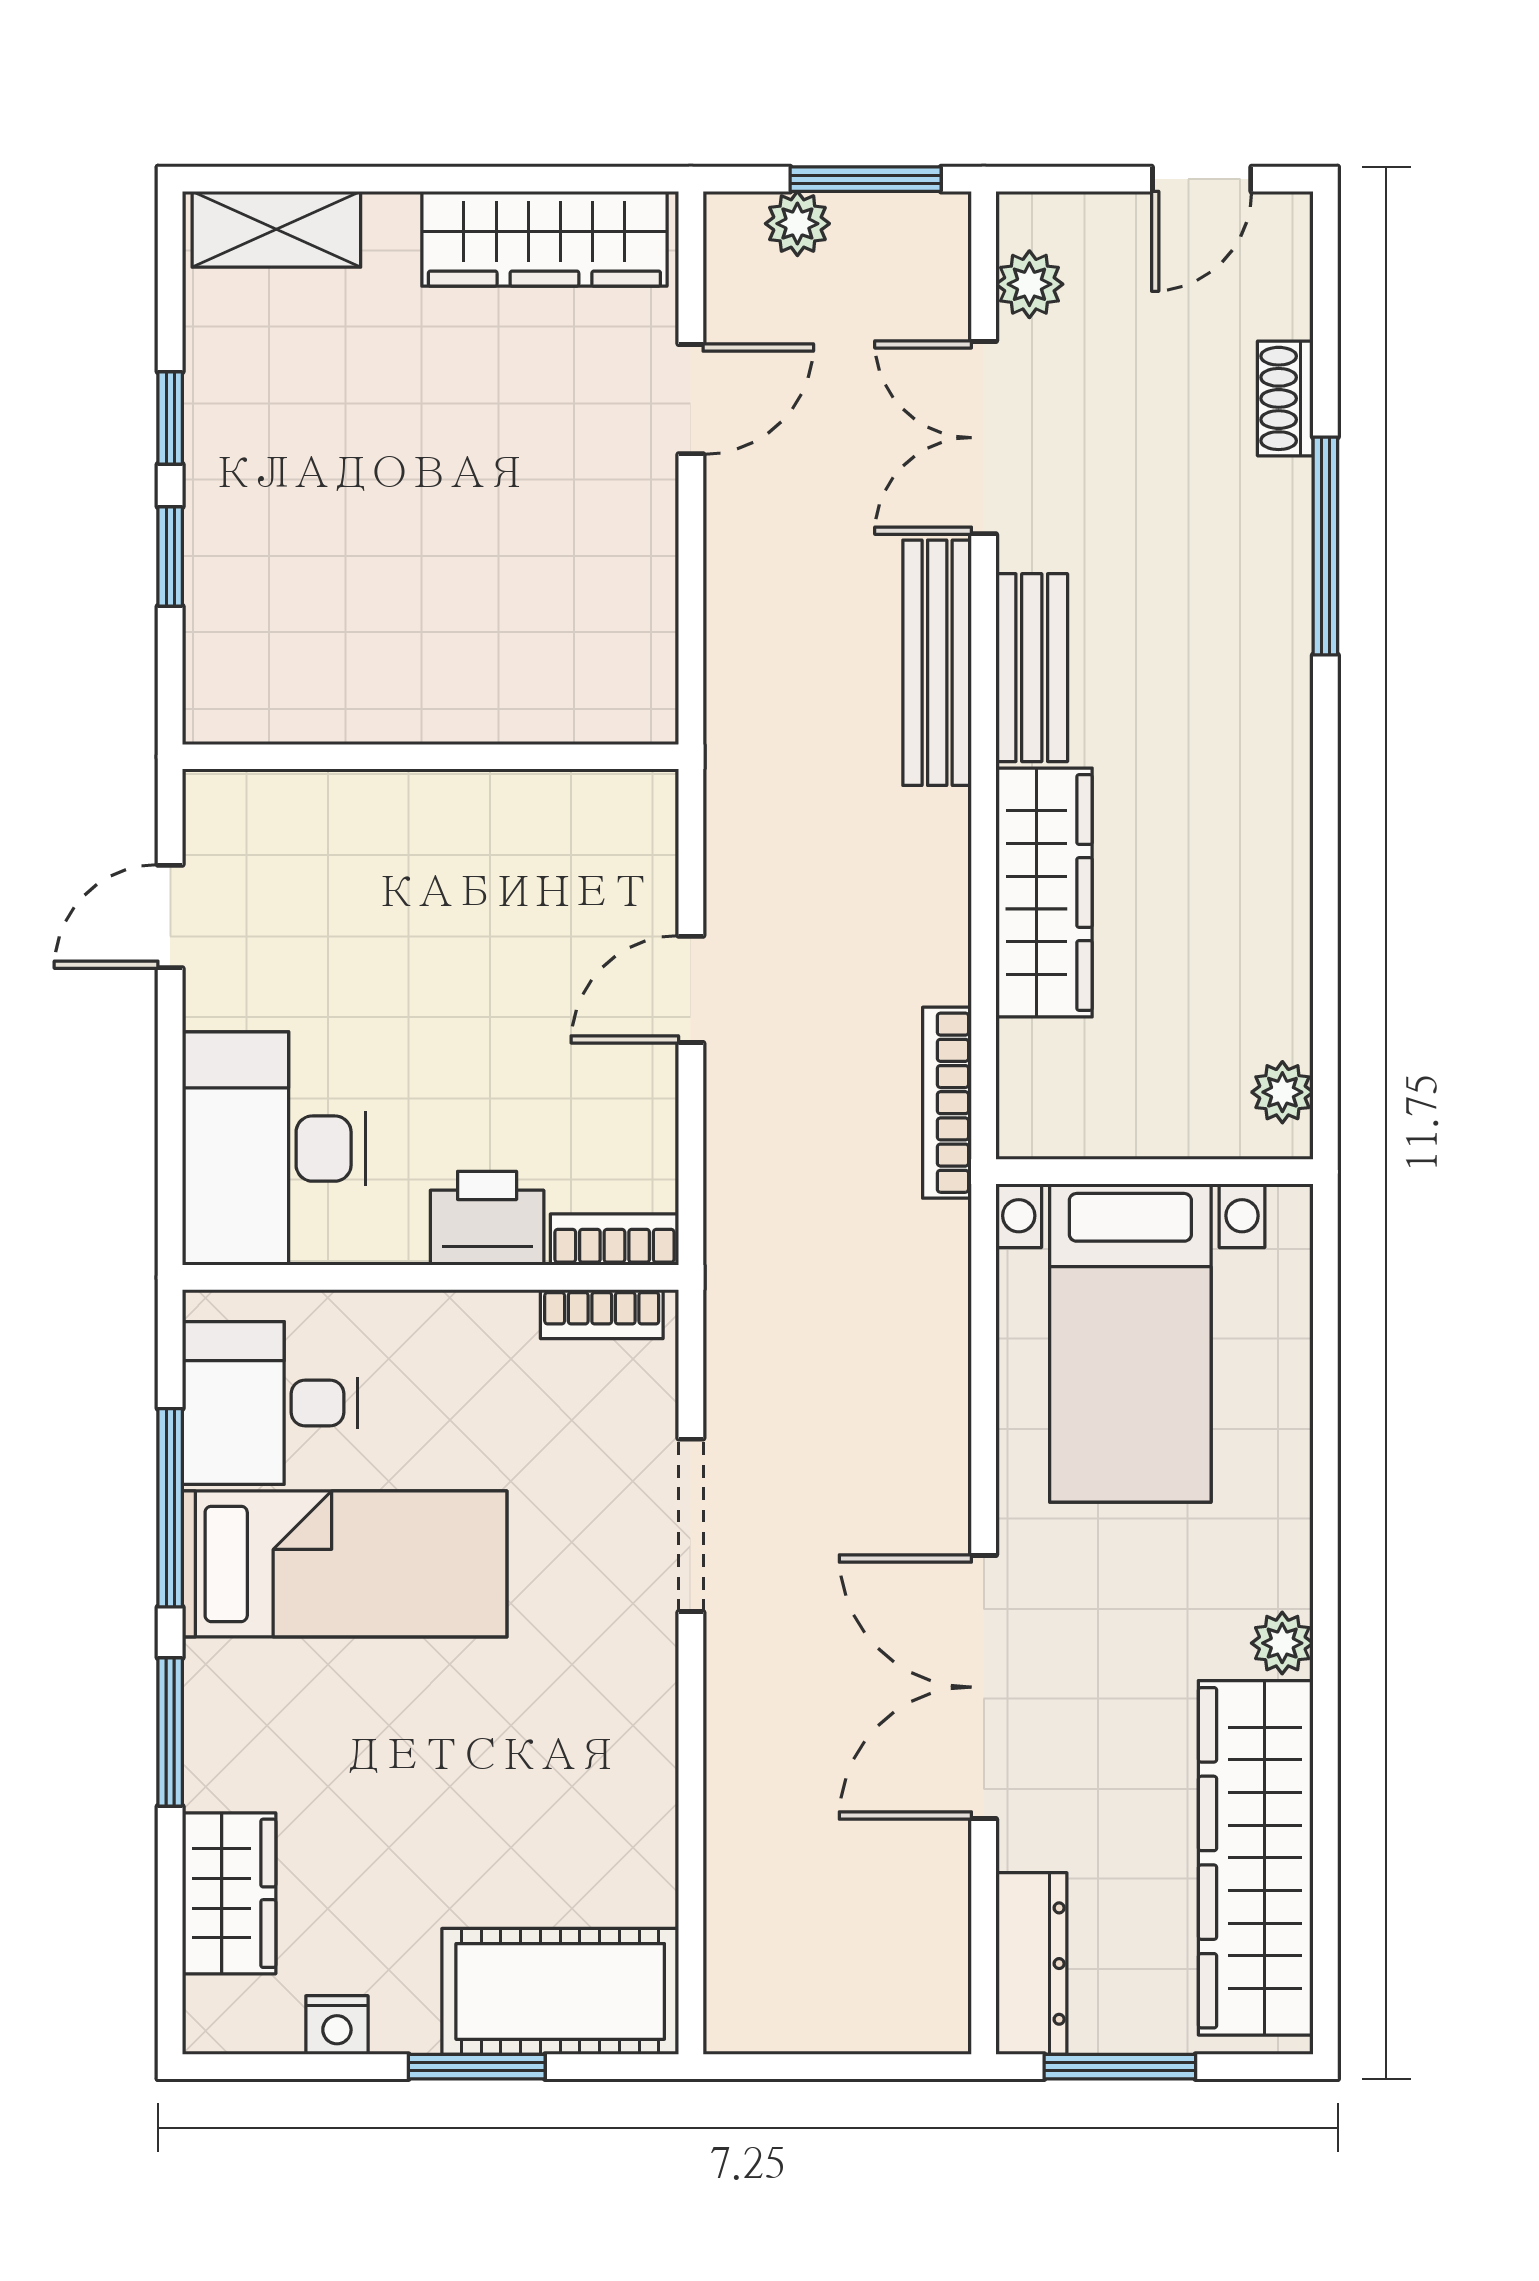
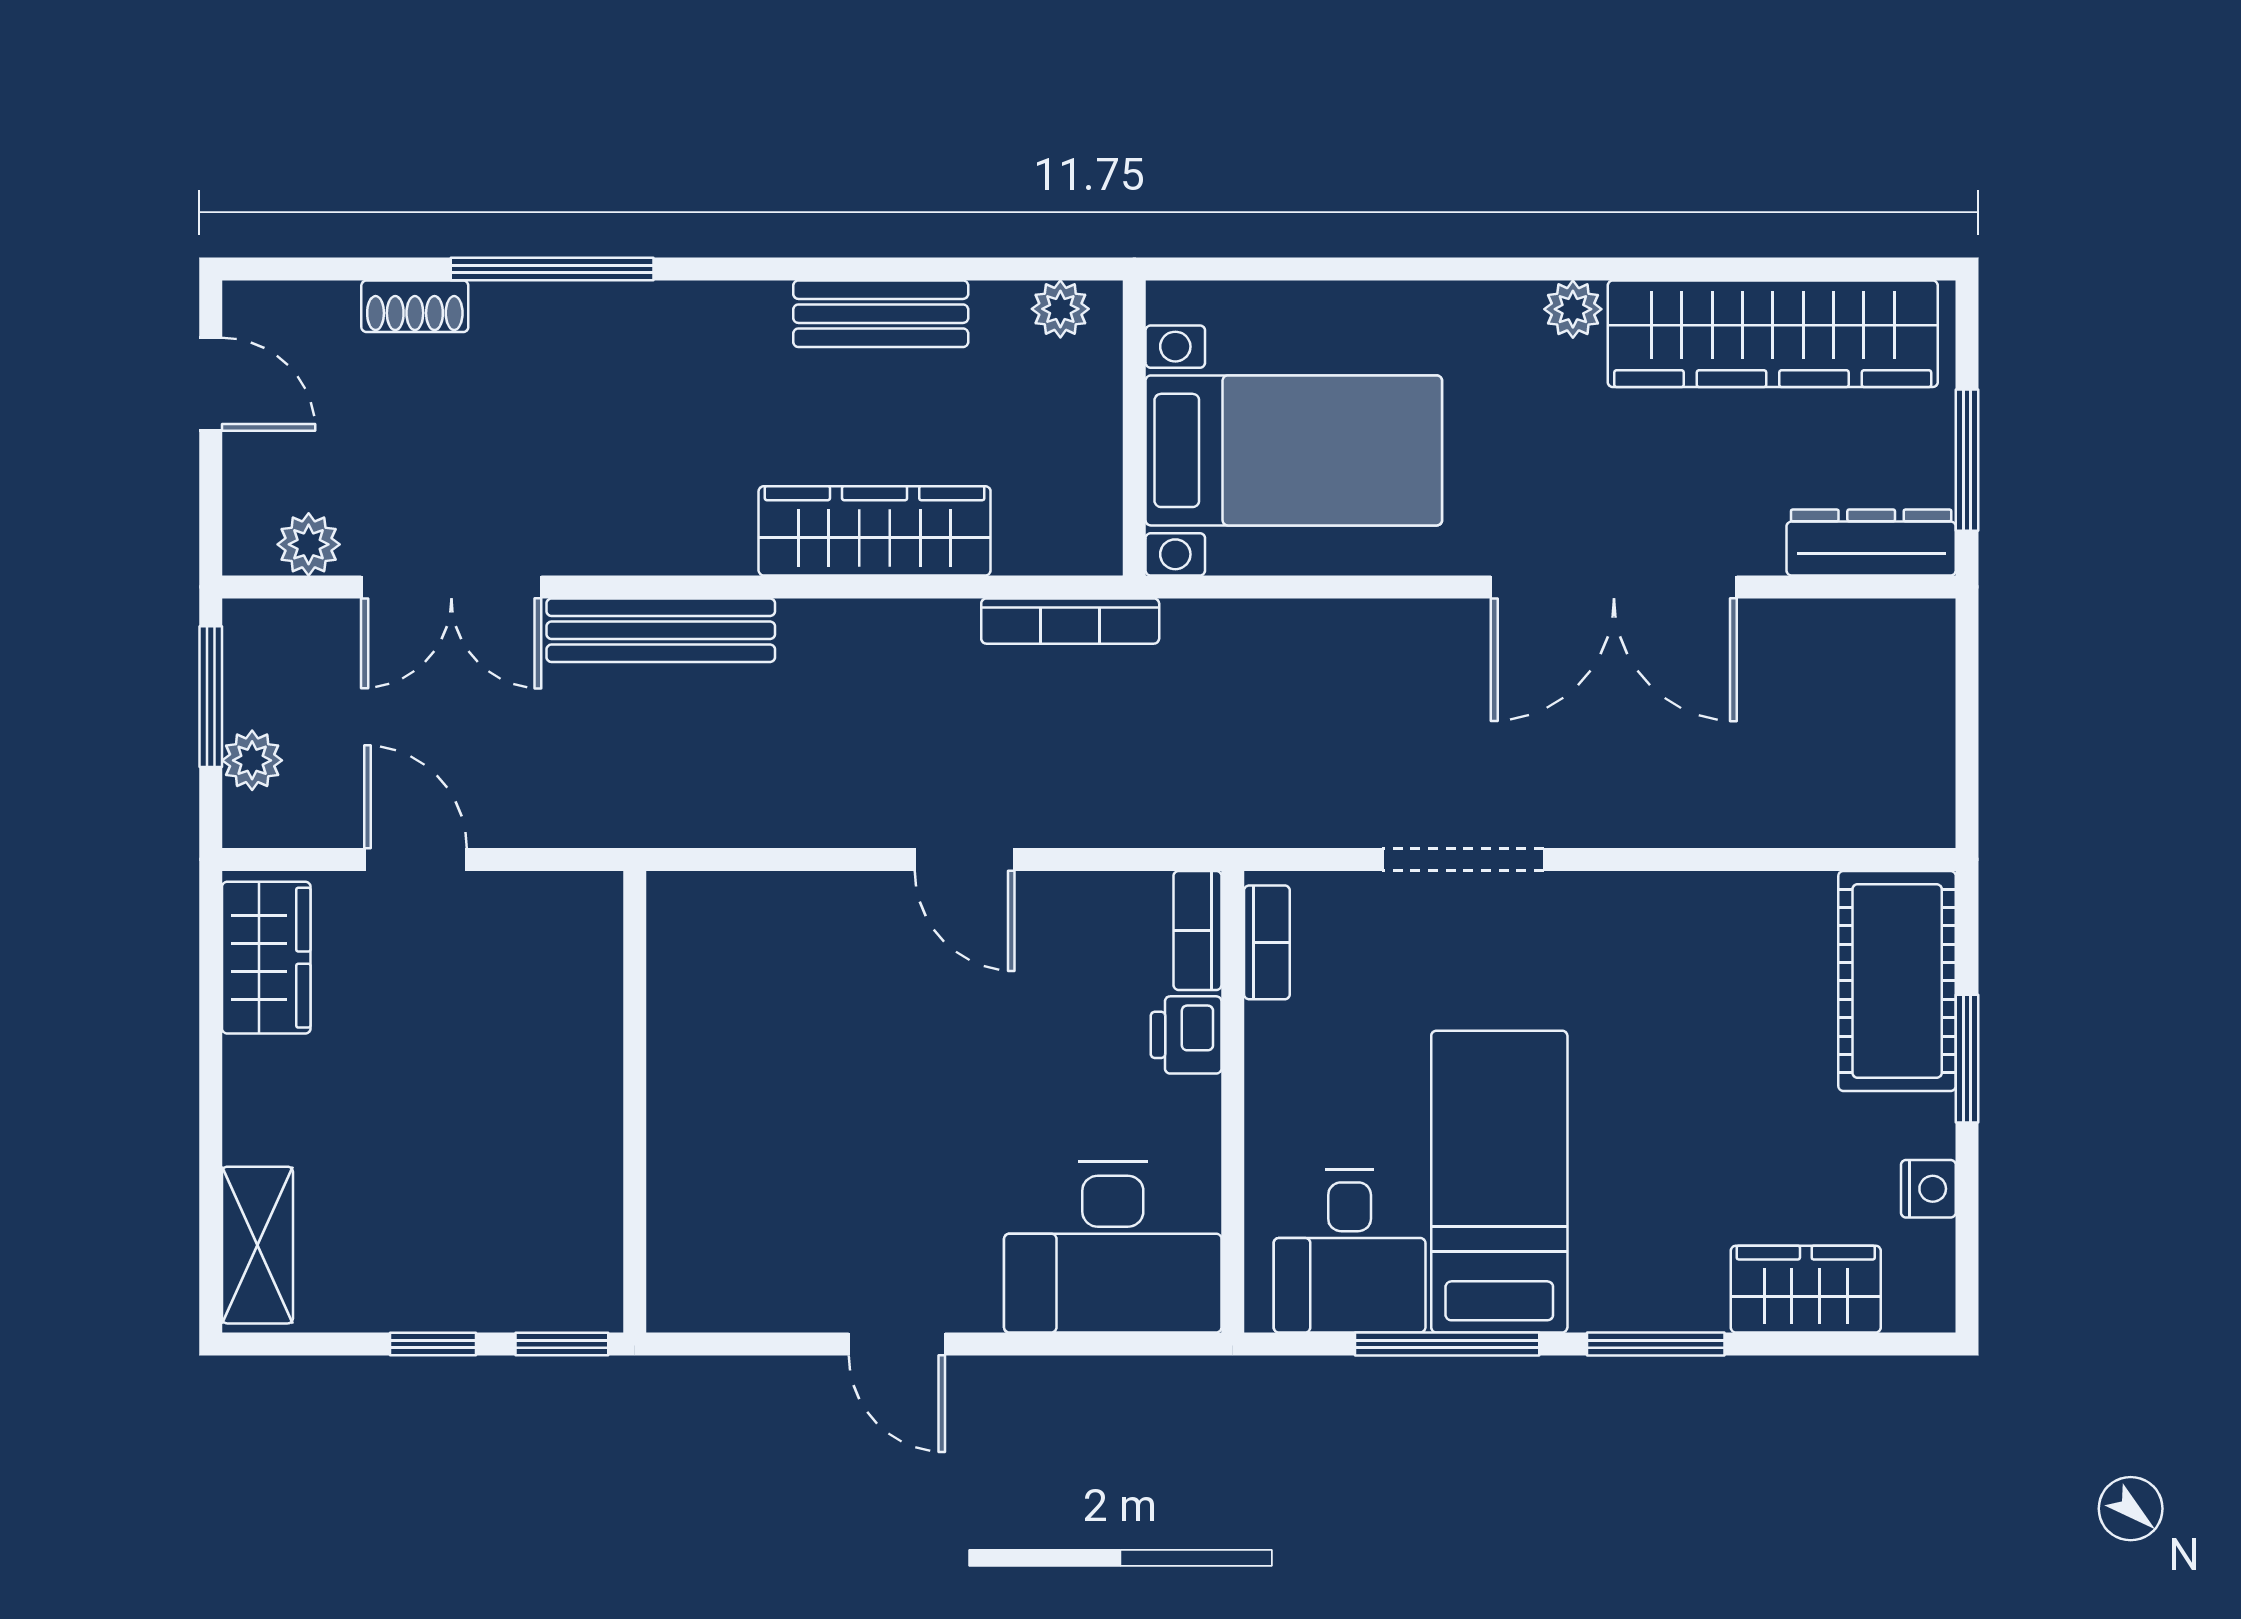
wardrobe: (544, 239) -> (266, 958), width x0.67
bench: (1032, 668) -> (881, 314), moved
wall: (430, 757) -> (635, 1102), moved
printer: (487, 1218) -> (1186, 1035), width x0.73, depth x0.81

